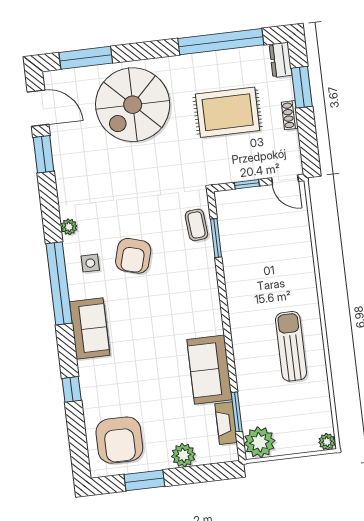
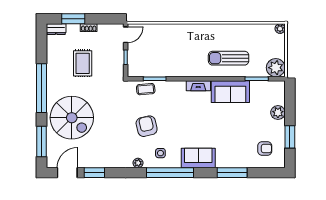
window: (221, 42) -> (41, 88), moved
rug: (228, 112) -> (83, 63), width x0.73, depth x0.70
armchair: (133, 256) -> (147, 126), moved, turned -119
sun lounger: (291, 346) -> (229, 58), moved
window: (72, 389) -> (232, 173), width x2.17
fireplace: (226, 423) -> (198, 86), moved
armchair: (119, 440) -> (265, 149), width x0.53, depth x0.53

